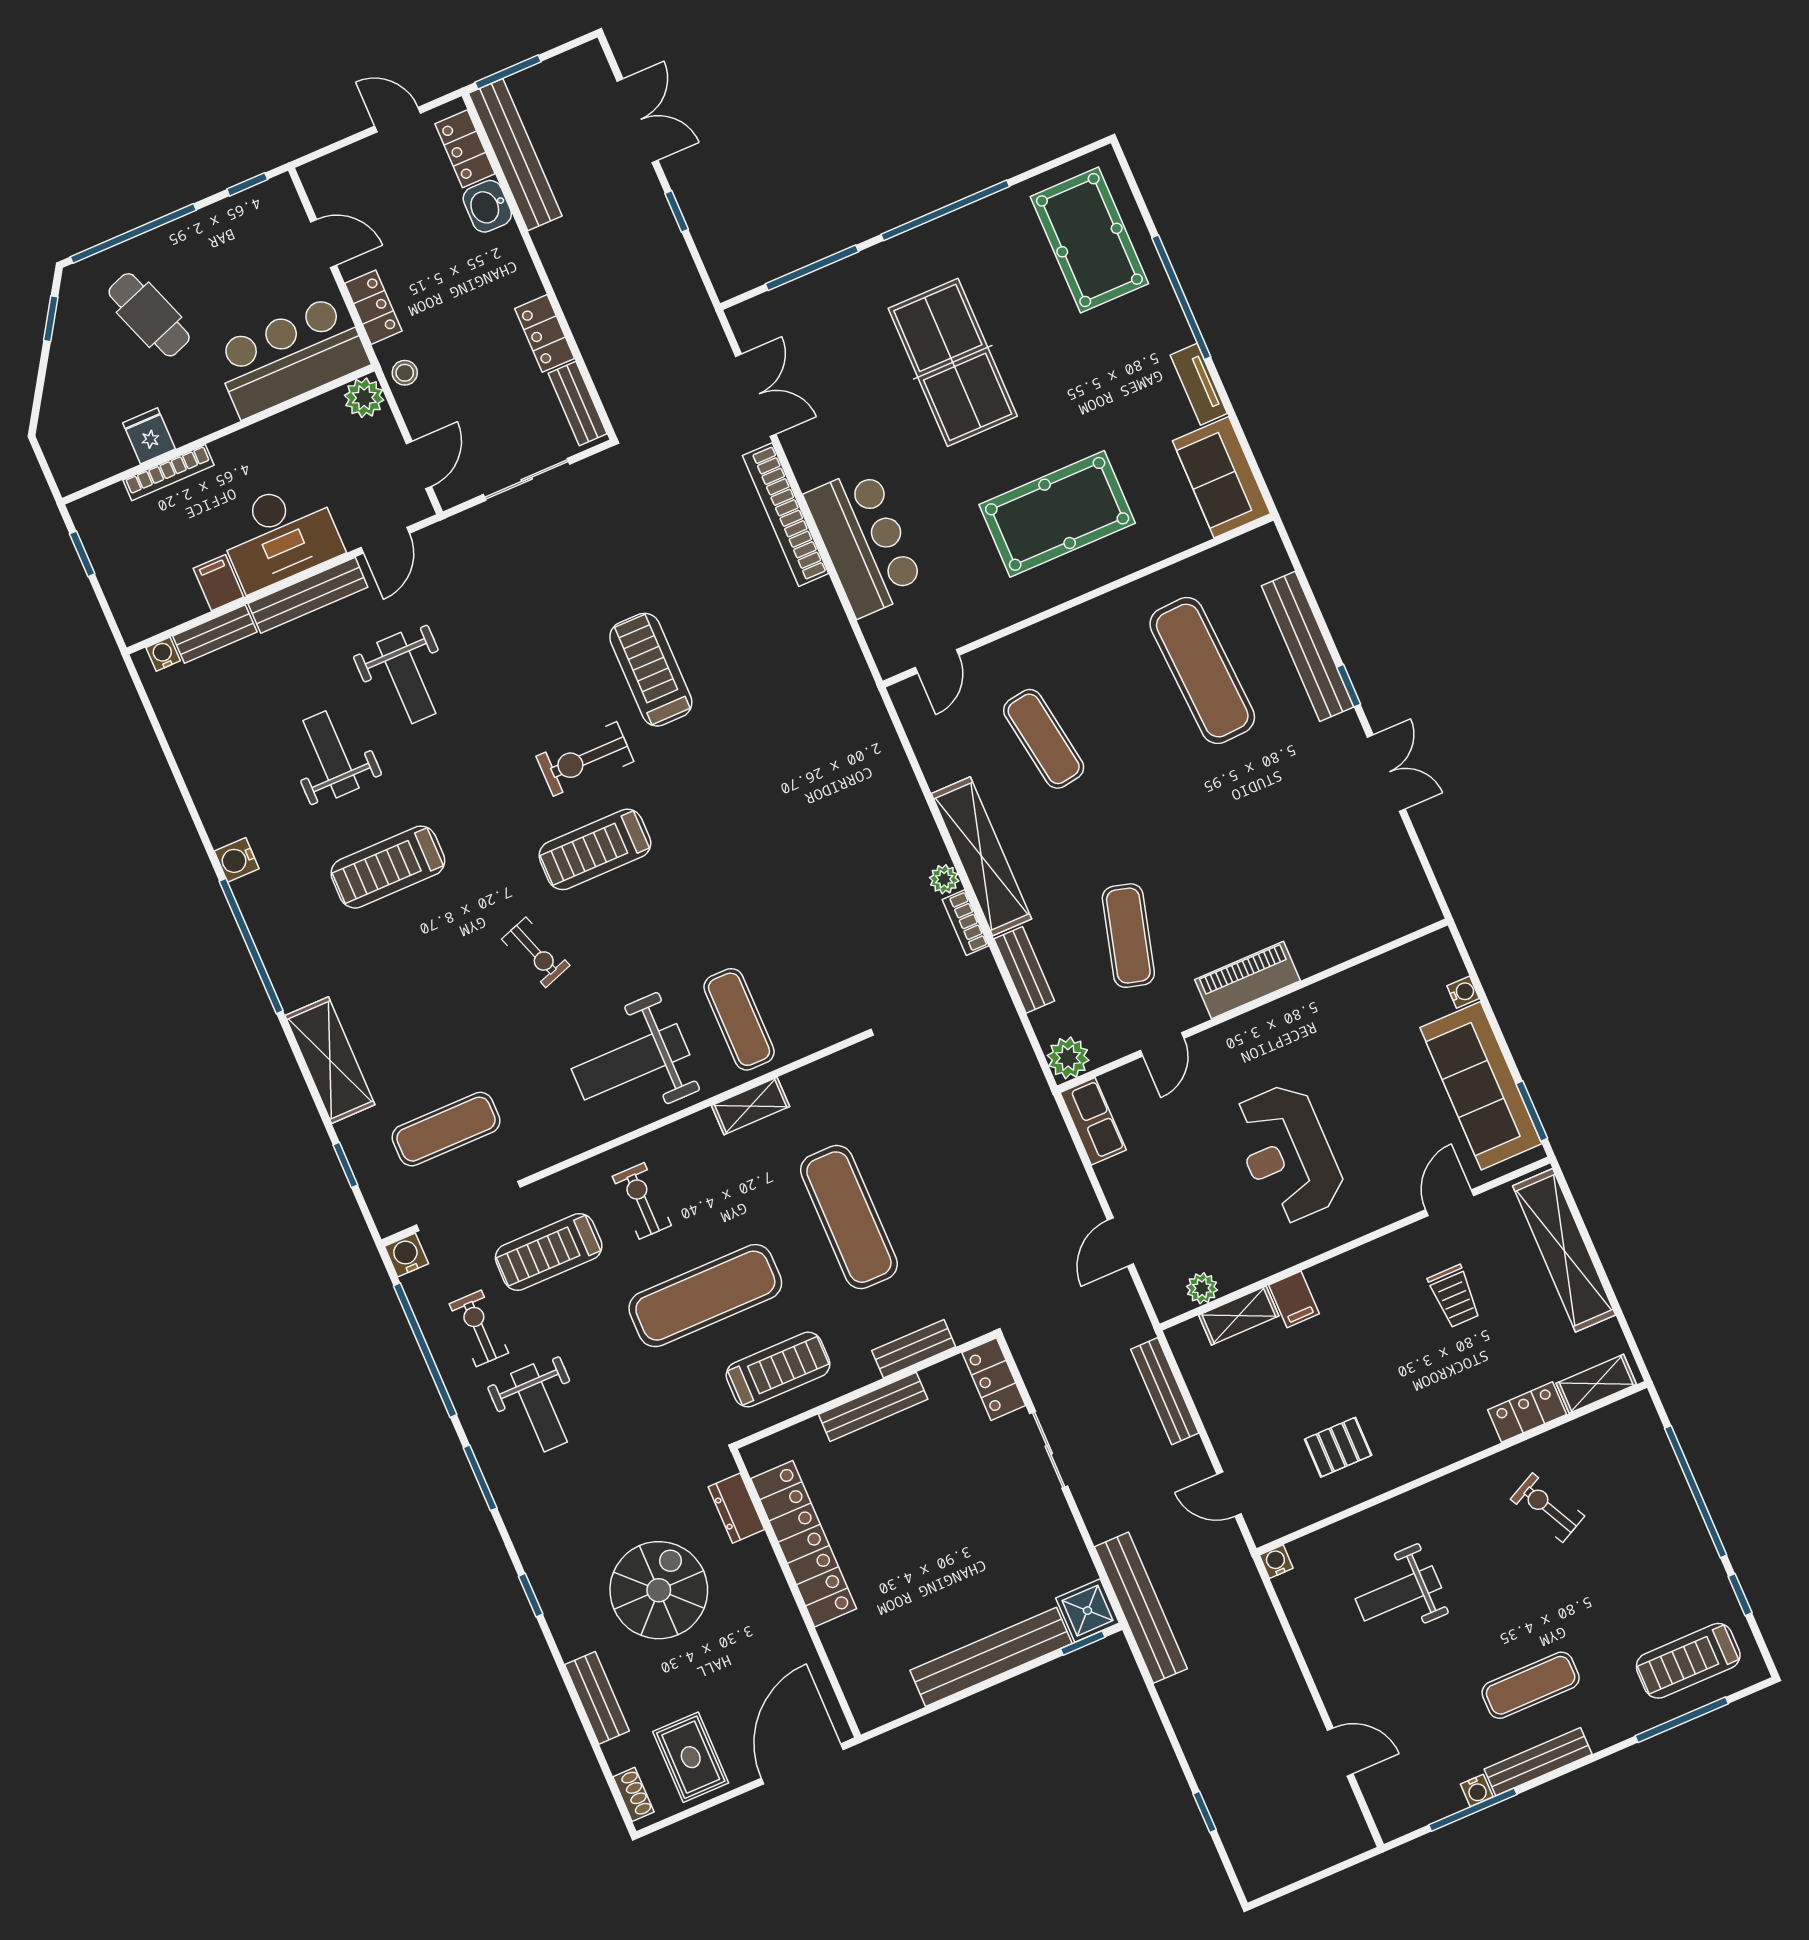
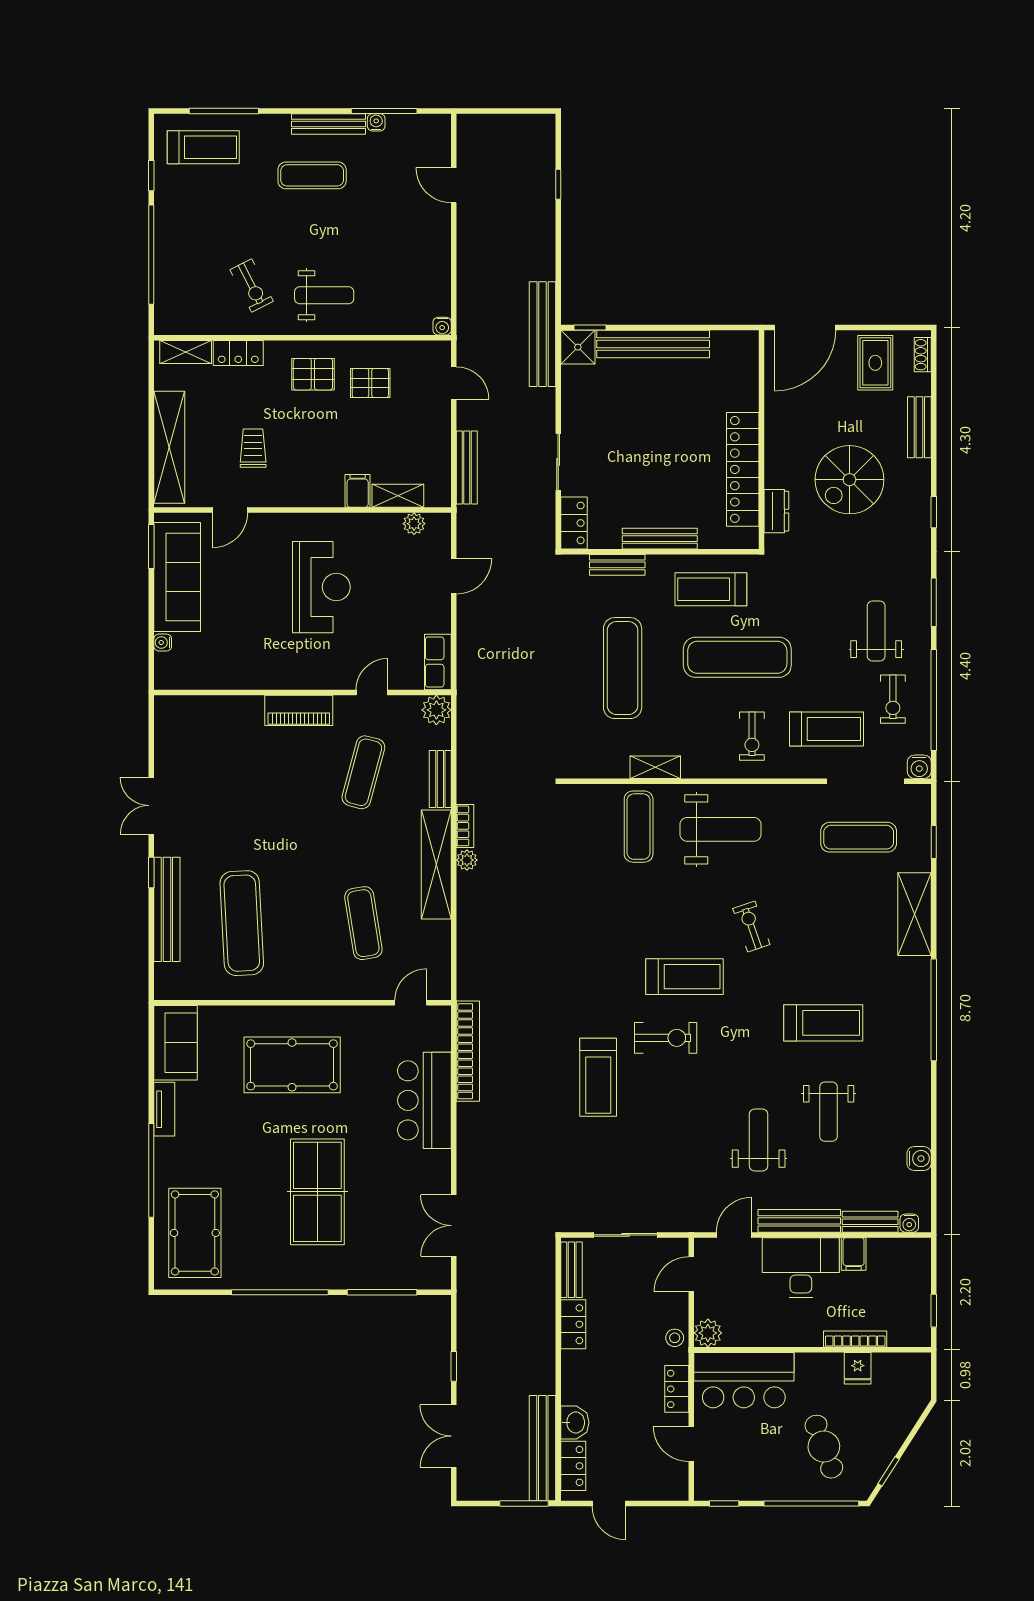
bookcase: (786, 515) -> (468, 1051), moved
water cooler: (237, 860) -> (919, 1159), moved
pallet: (1418, 1426) -> (313, 374), added
weight bench: (1398, 1593) -> (324, 295), moved

